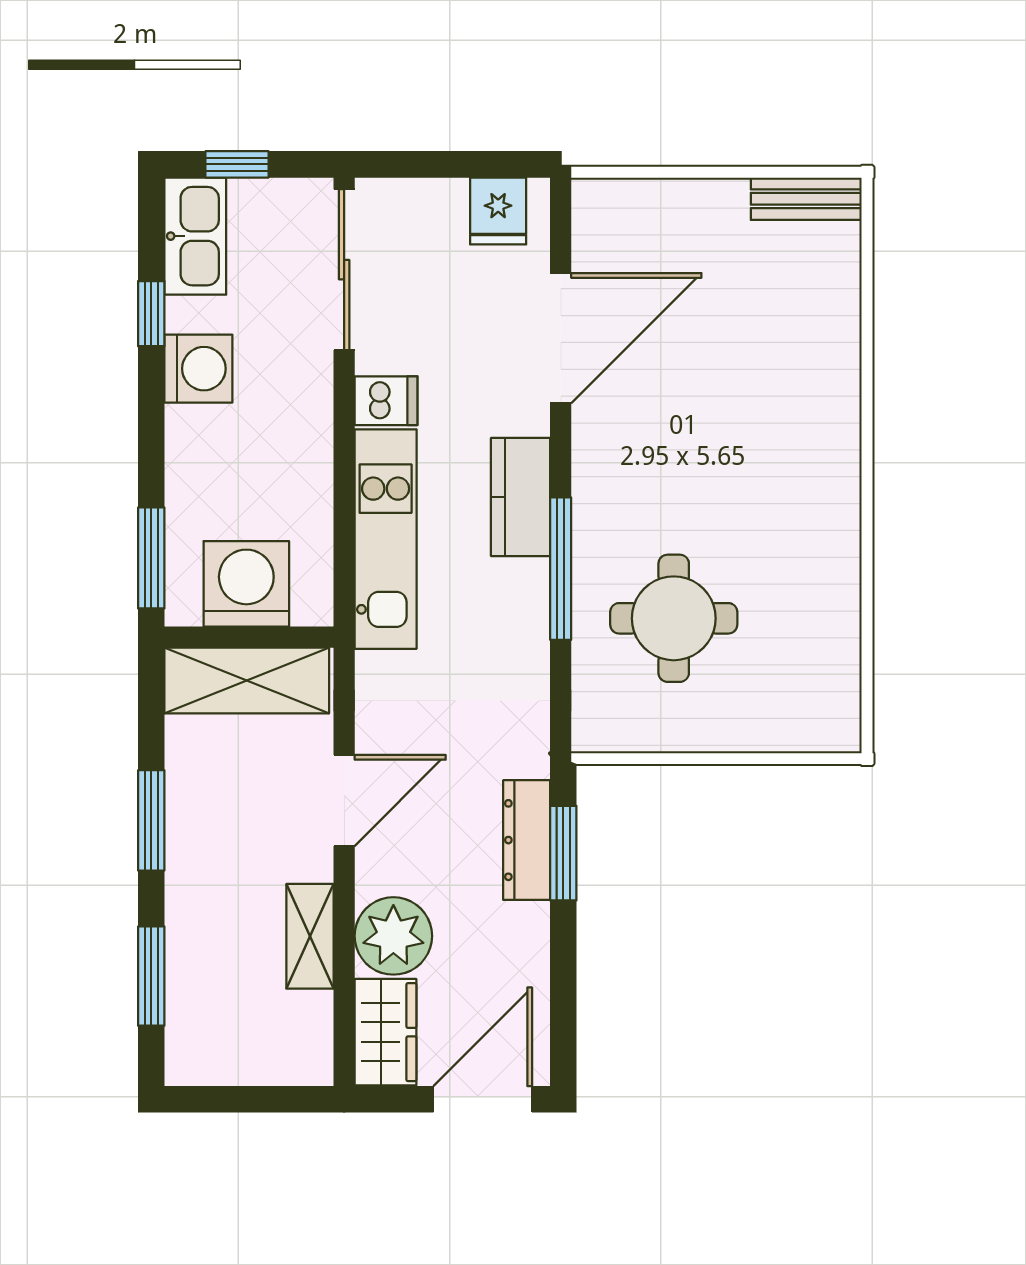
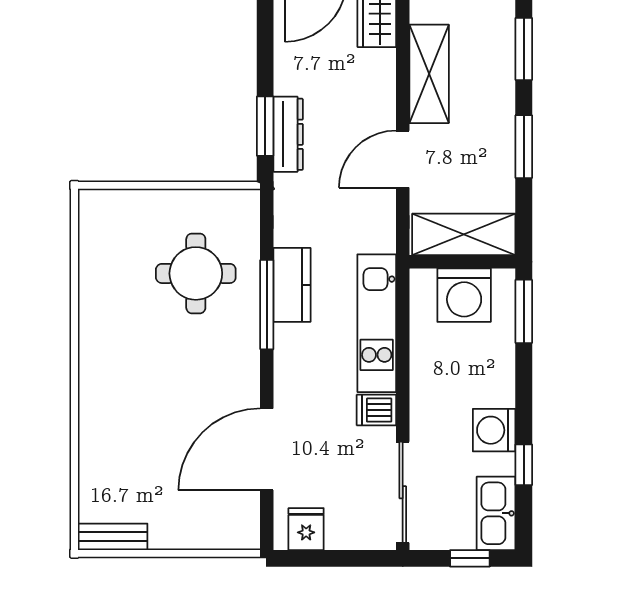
kitchen counter: (521, 497) -> (292, 285), moved
shelving: (310, 936) -> (429, 74), width x1.50, depth x1.33
plant: (393, 936) -> (372, 74), removed

